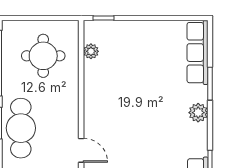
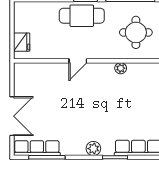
plant: (91, 51) -> (121, 68), moved
door: (81, 150) -> (78, 61), moved

